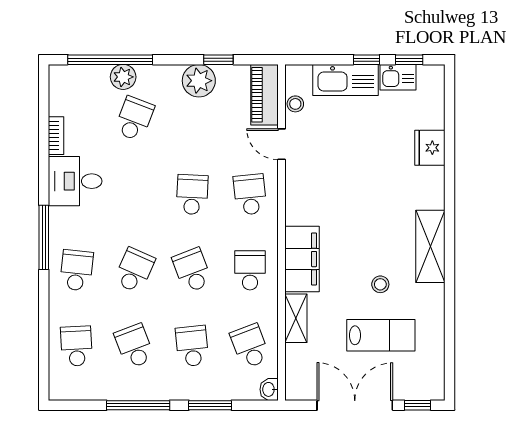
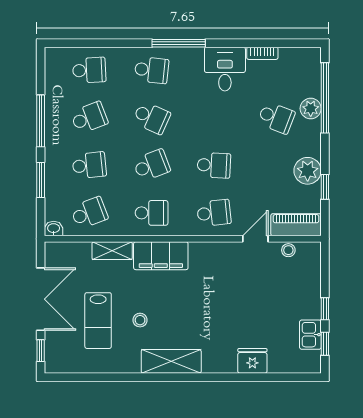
kitchen sink: (346, 80) -> (308, 292), removed

